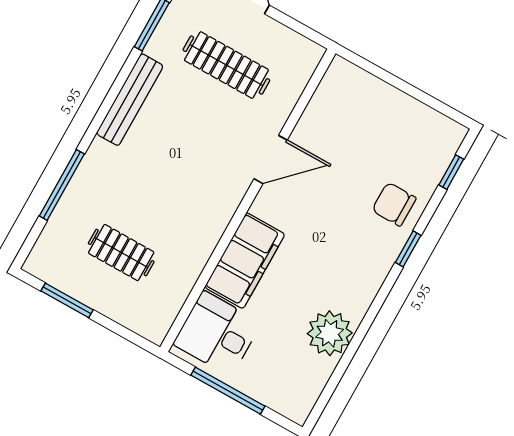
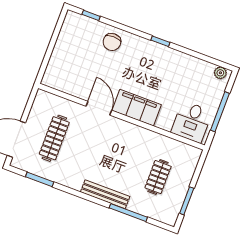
bench: (130, 100) -> (105, 194), moved
window: (408, 249) -> (160, 41), moved
filing cabinet: (245, 261) -> (137, 108), moved
plant: (330, 333) -> (220, 73), moved, width x0.53, depth x0.53

